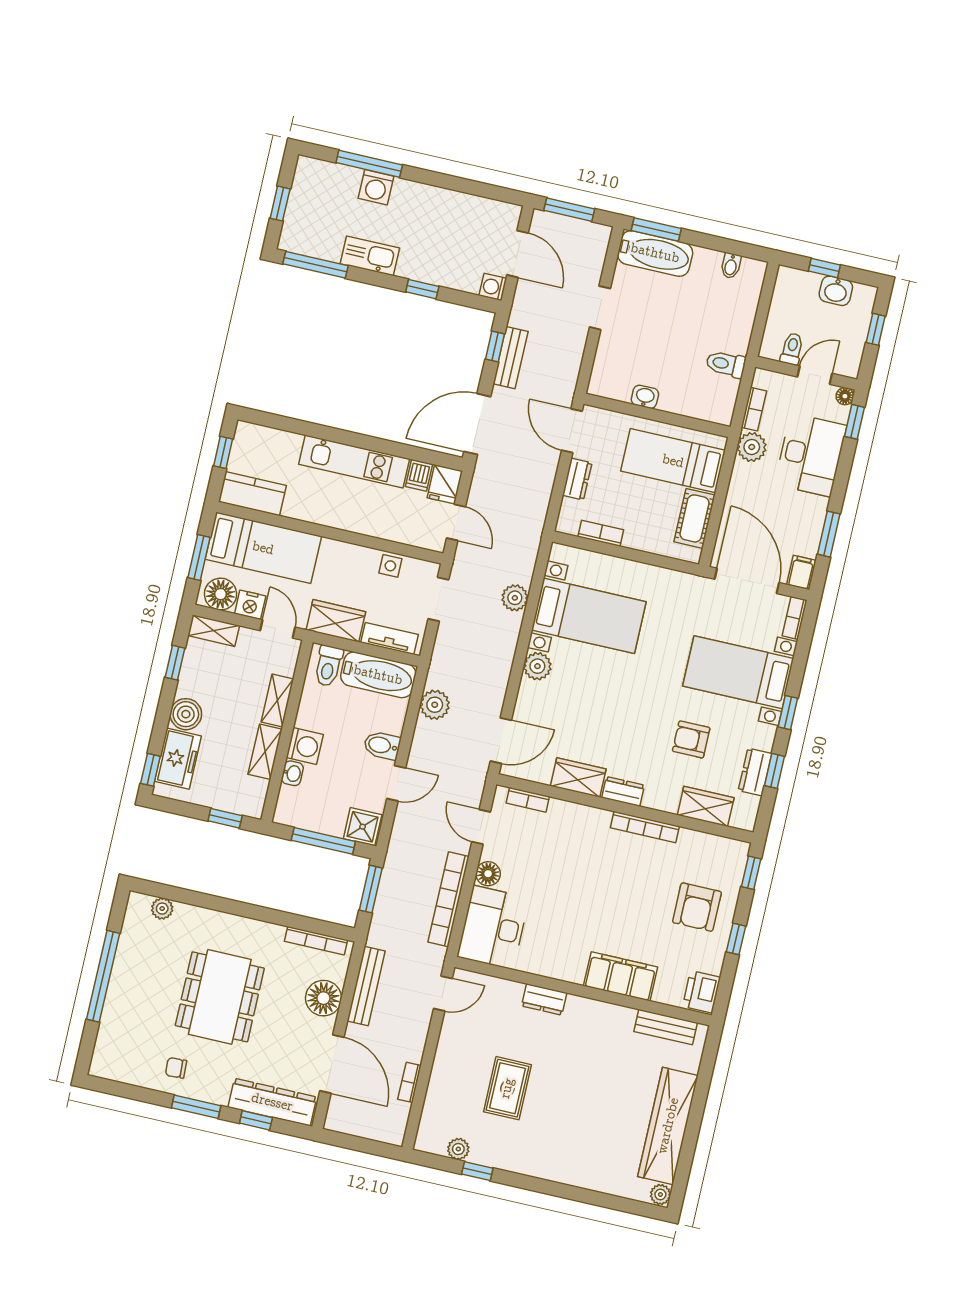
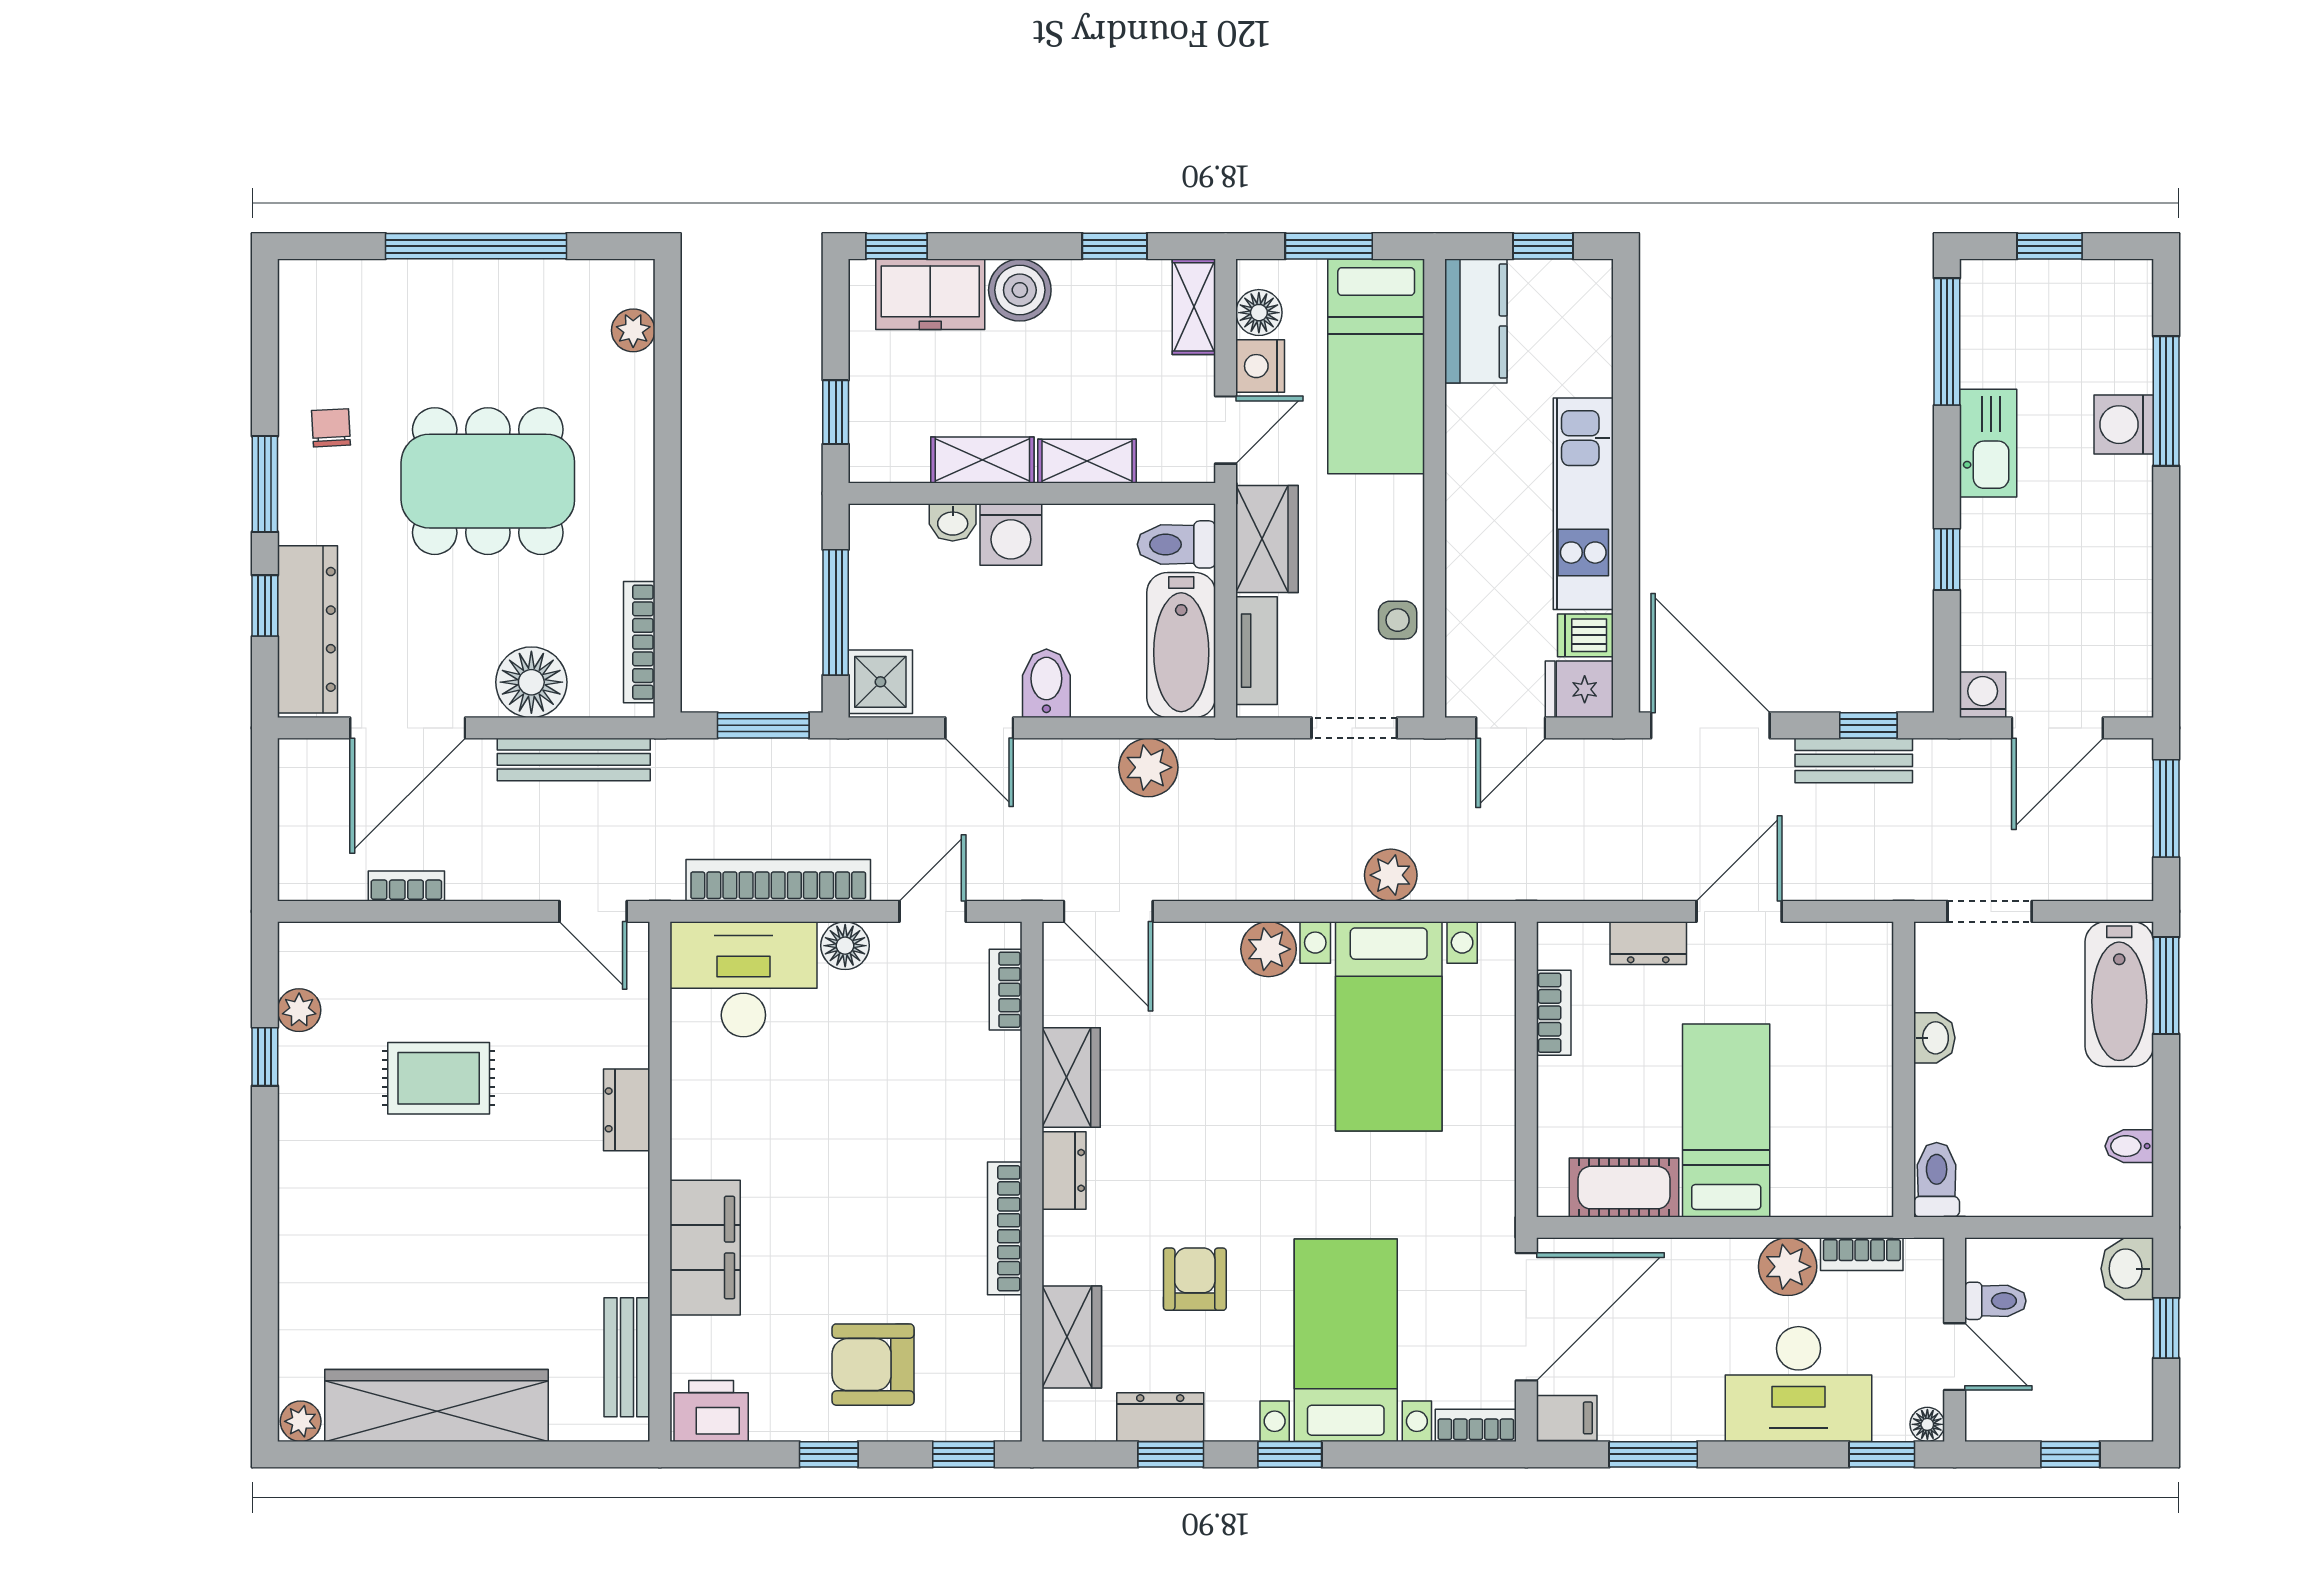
washbasin: (836, 291) -> (2127, 1269), moved
washbasin: (645, 397) -> (1934, 1038), moved
wall: (657, 415) -> (1904, 1069), moved
floor lamp: (221, 594) -> (1259, 313), width x0.73, depth x0.73

